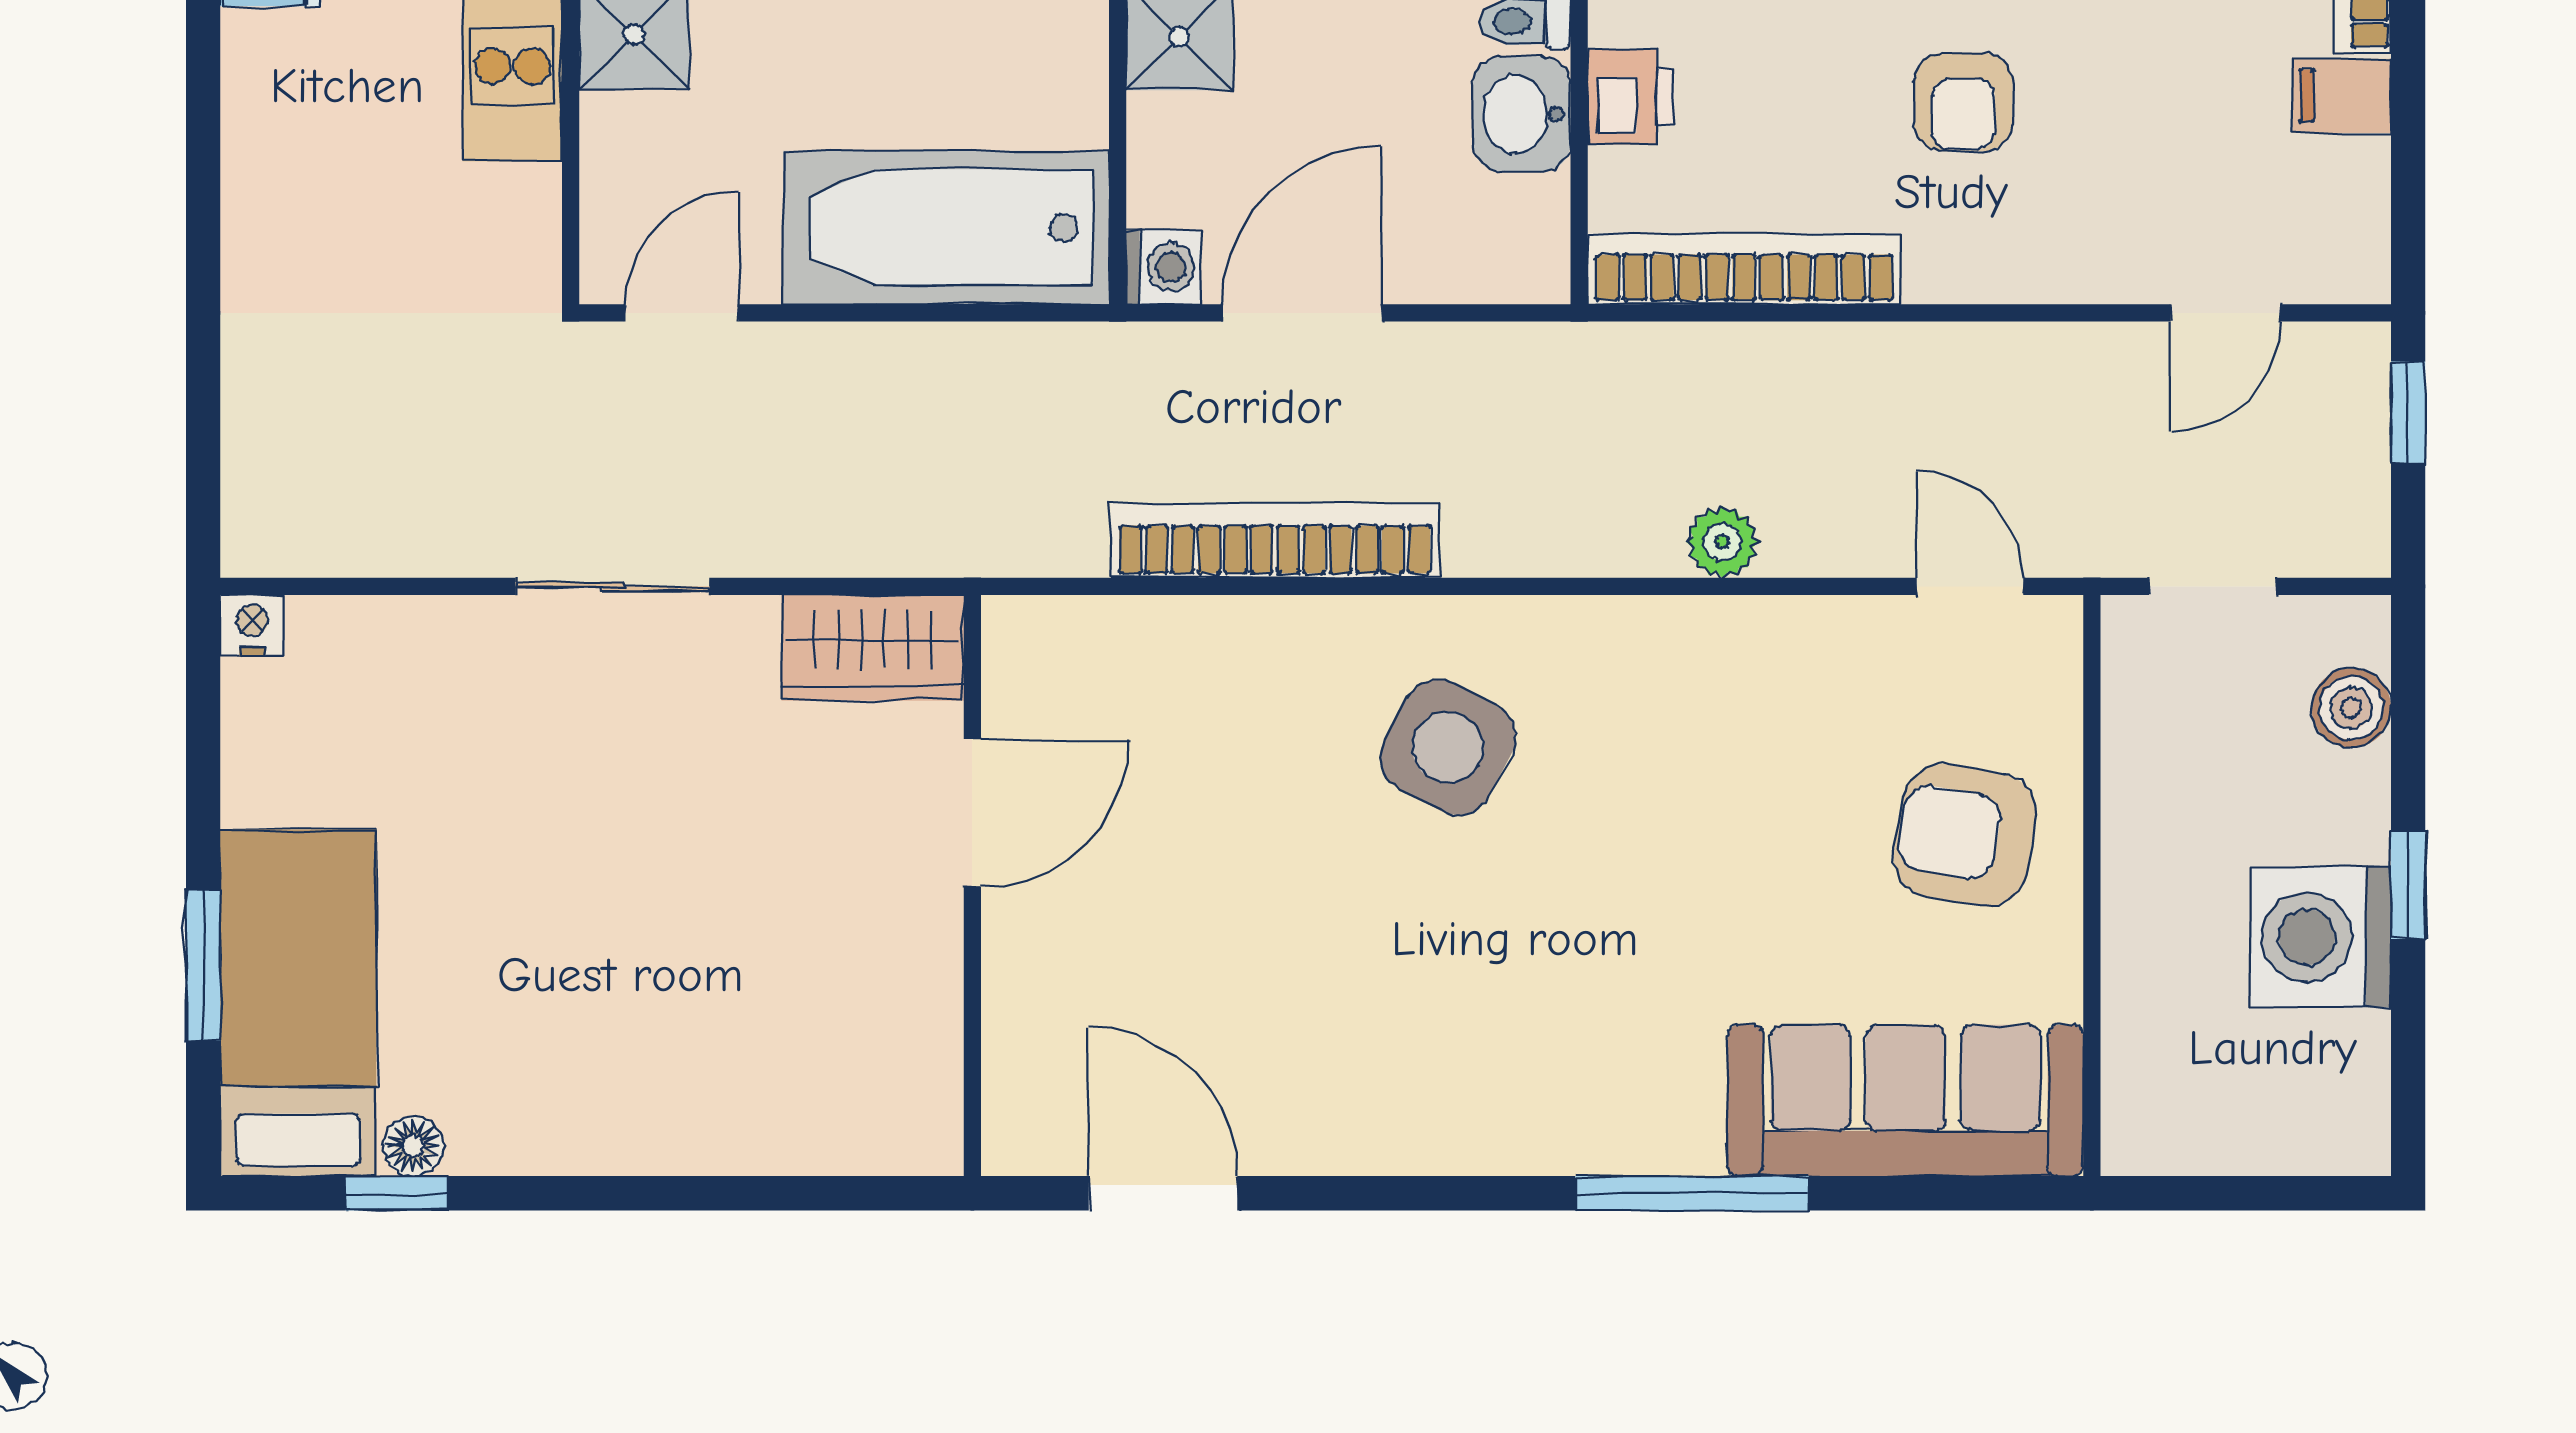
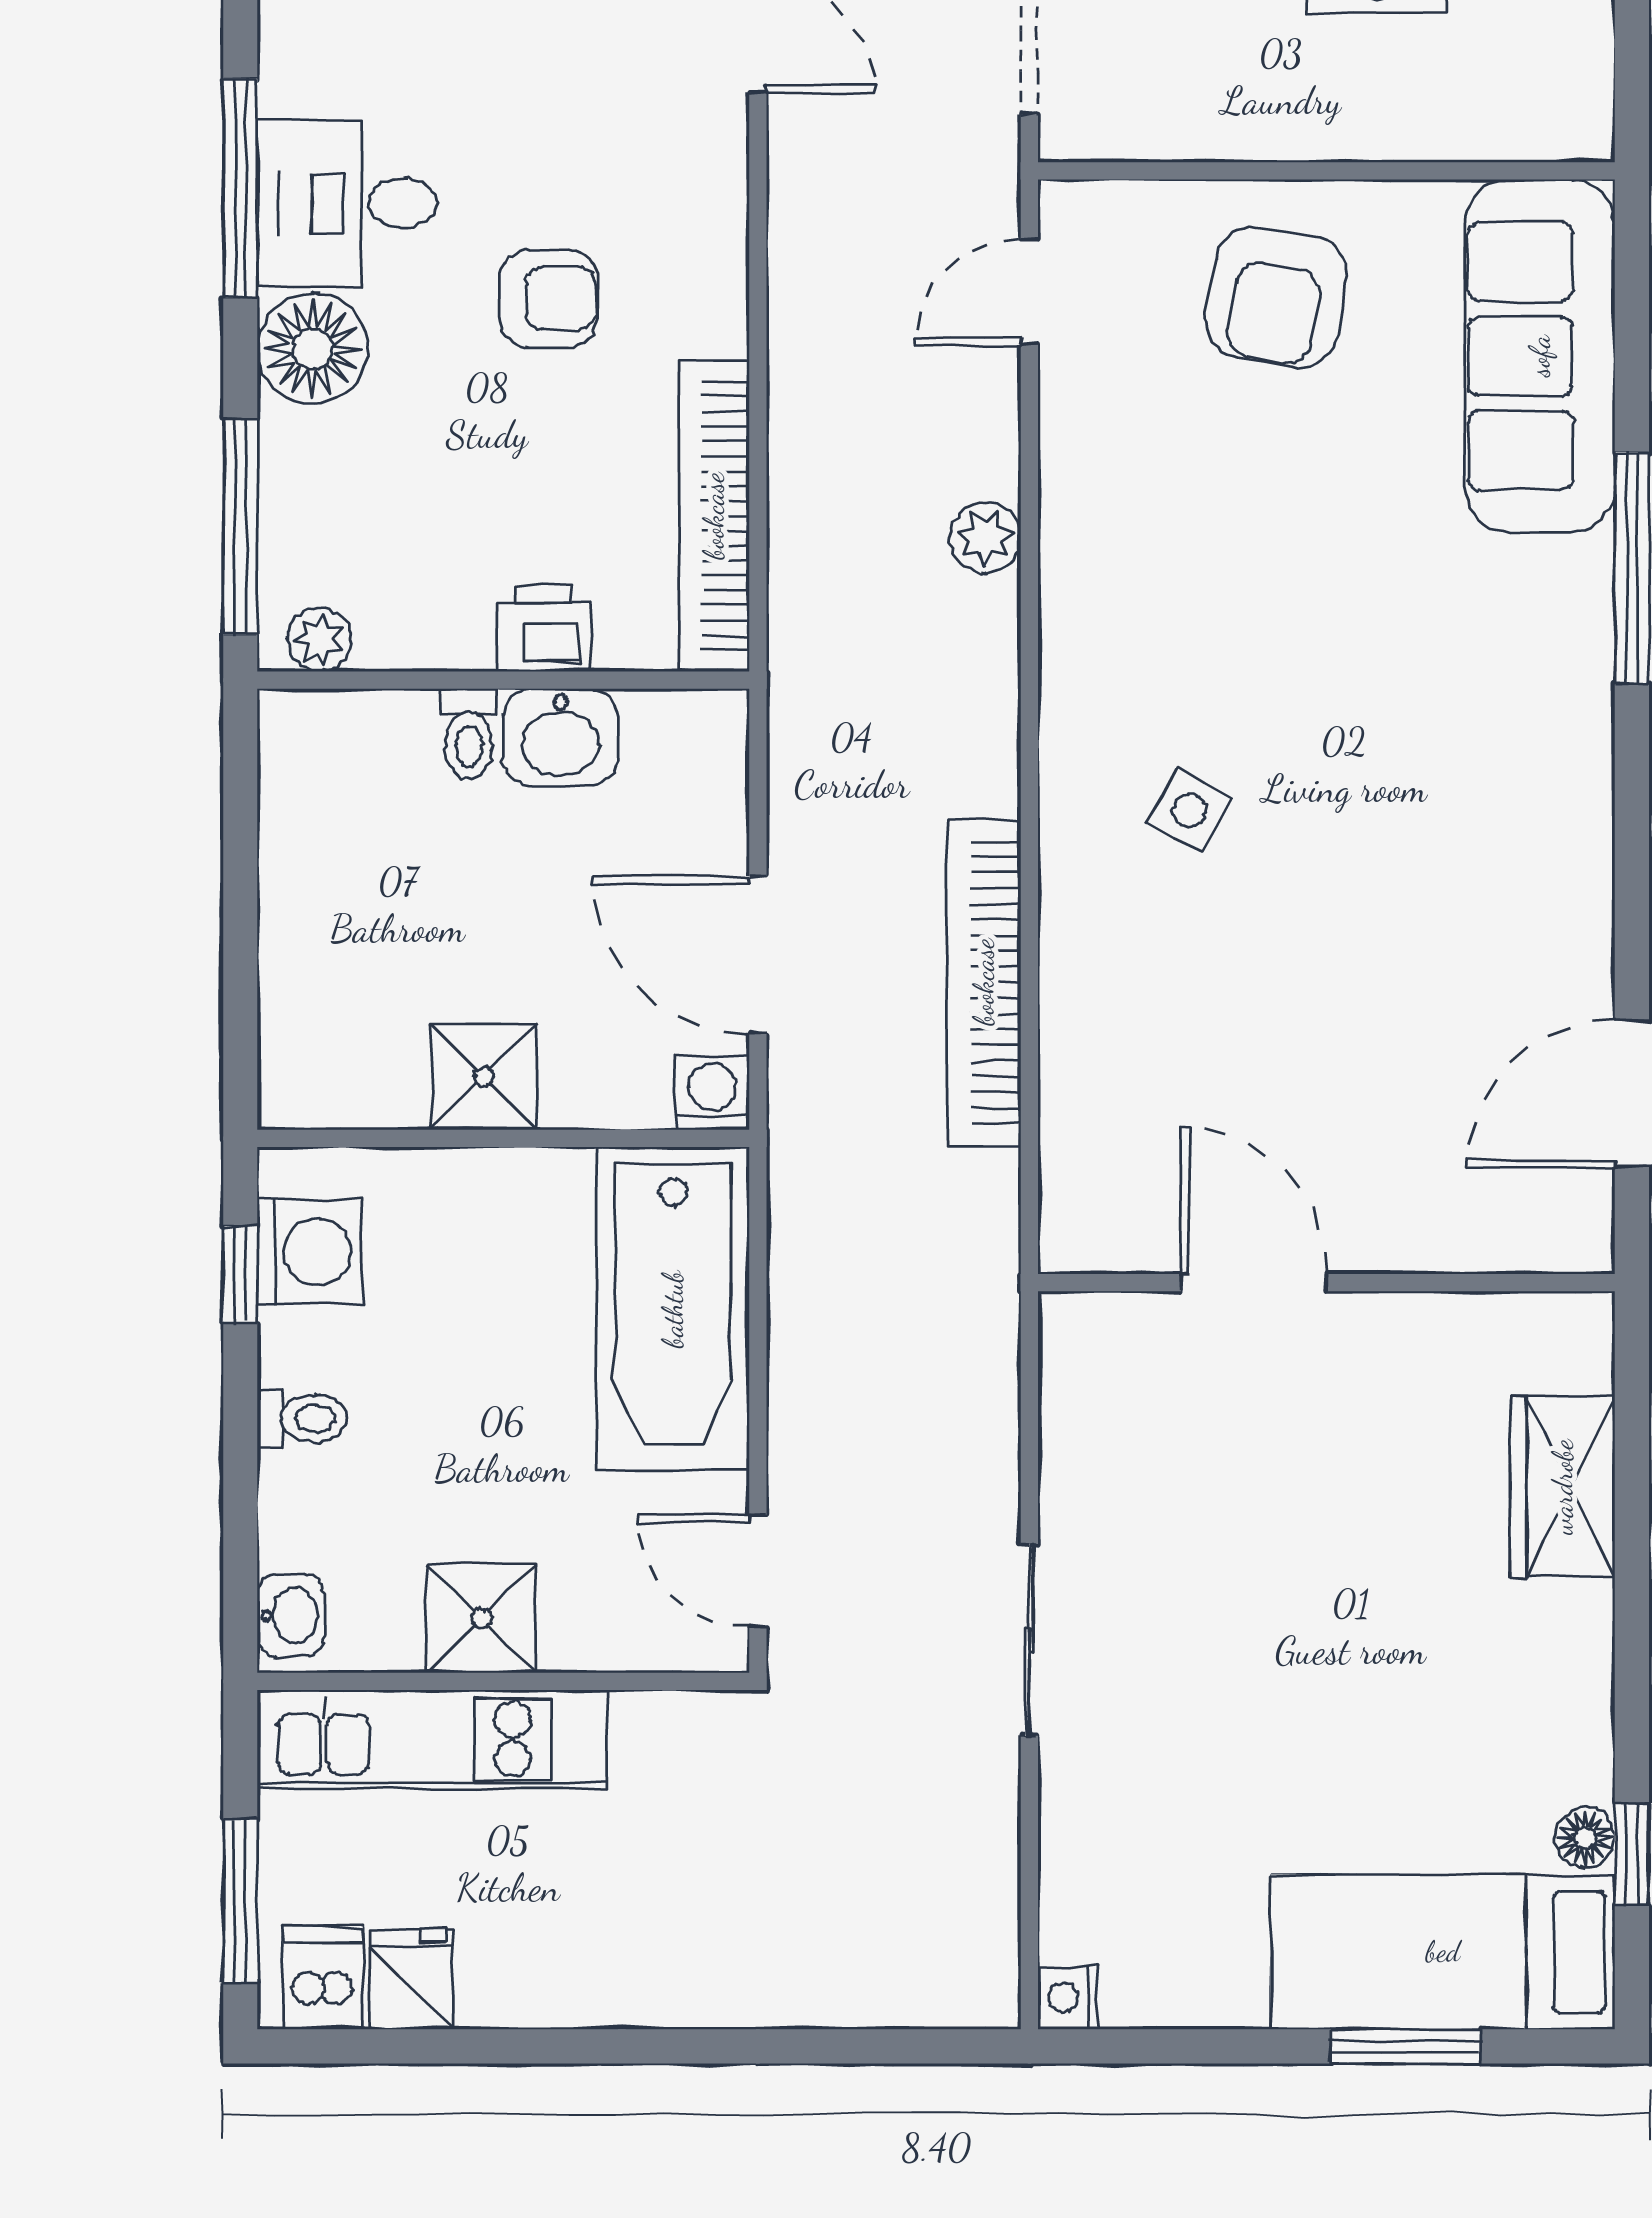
wardrobe: (873, 648) -> (1563, 1487), moved, turned 180
side table: (1448, 747) -> (1189, 811), width x0.54, depth x0.54

